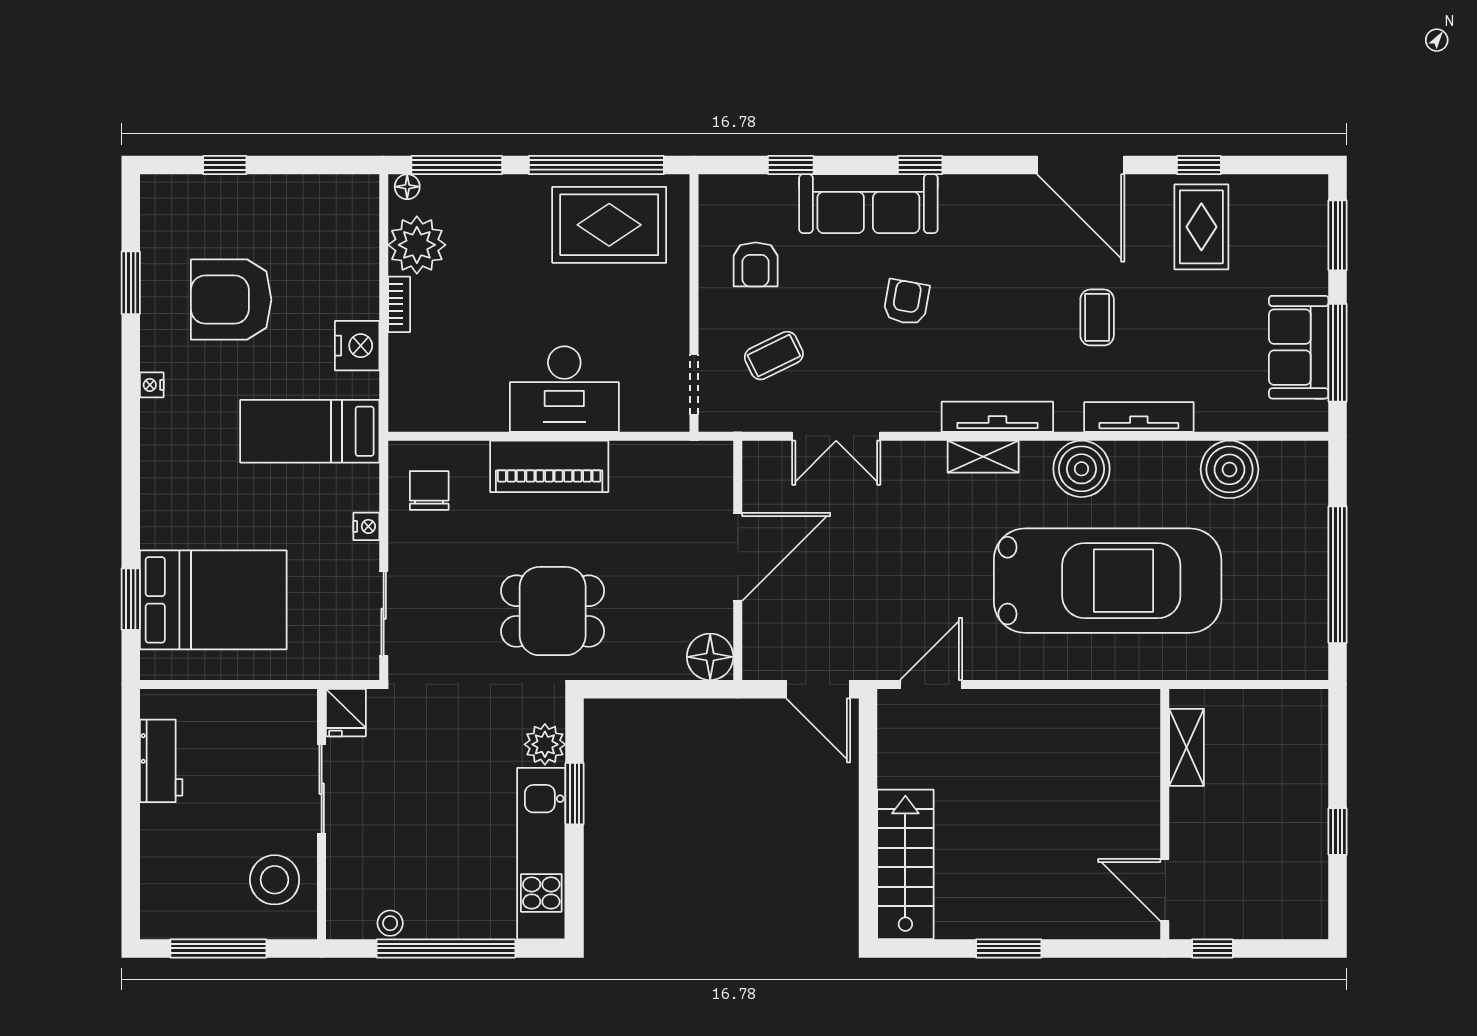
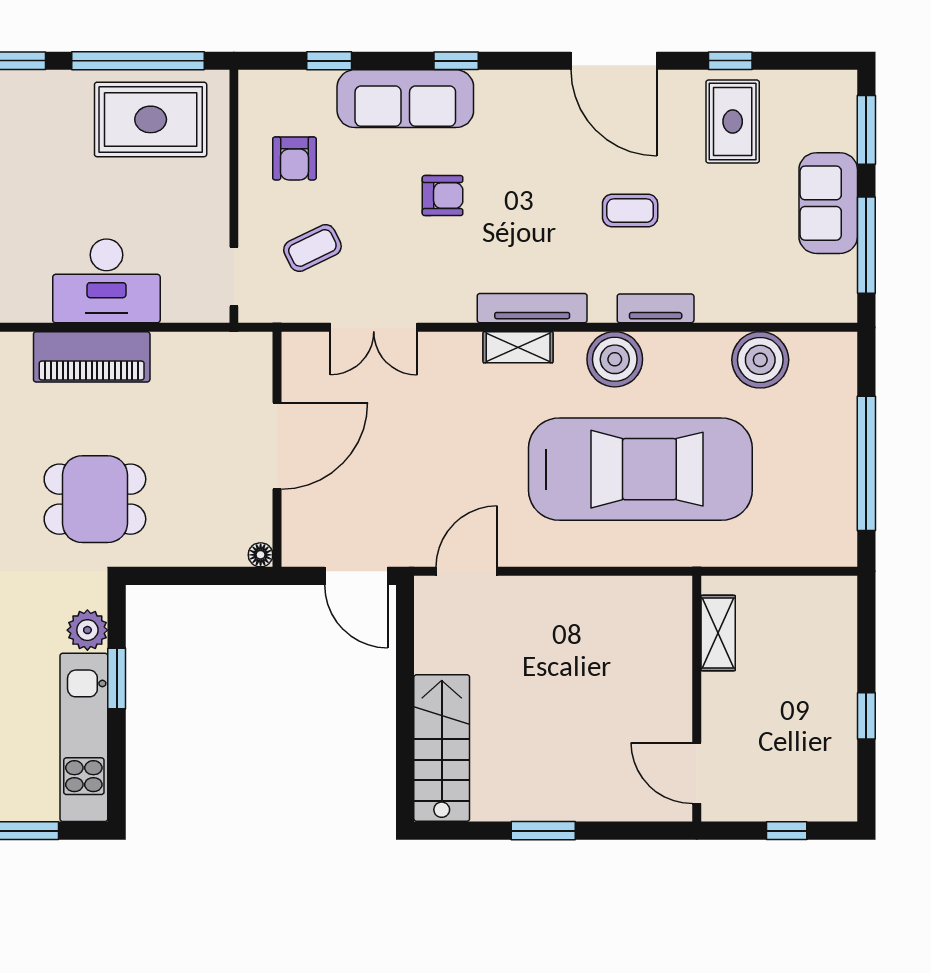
armchair: (906, 302) -> (443, 196), turned 80
coffee table: (1097, 317) -> (630, 211), turned 90
sofa: (1299, 347) -> (828, 203), moved
tv unit: (1139, 417) -> (656, 308), width x0.71
floor lamp: (710, 657) -> (261, 555), width x0.53, depth x0.53
window: (1212, 948) -> (787, 831), moved

